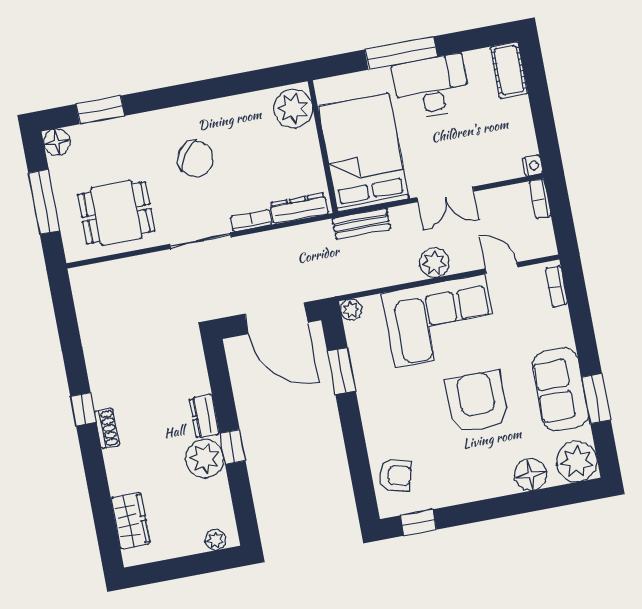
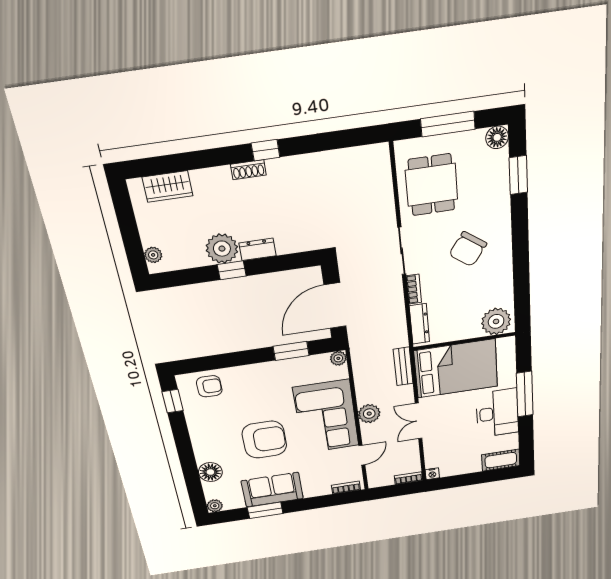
plant: (577, 461) -> (215, 506), width x0.53, depth x0.53
armchair: (395, 475) -> (209, 386), turned -106

